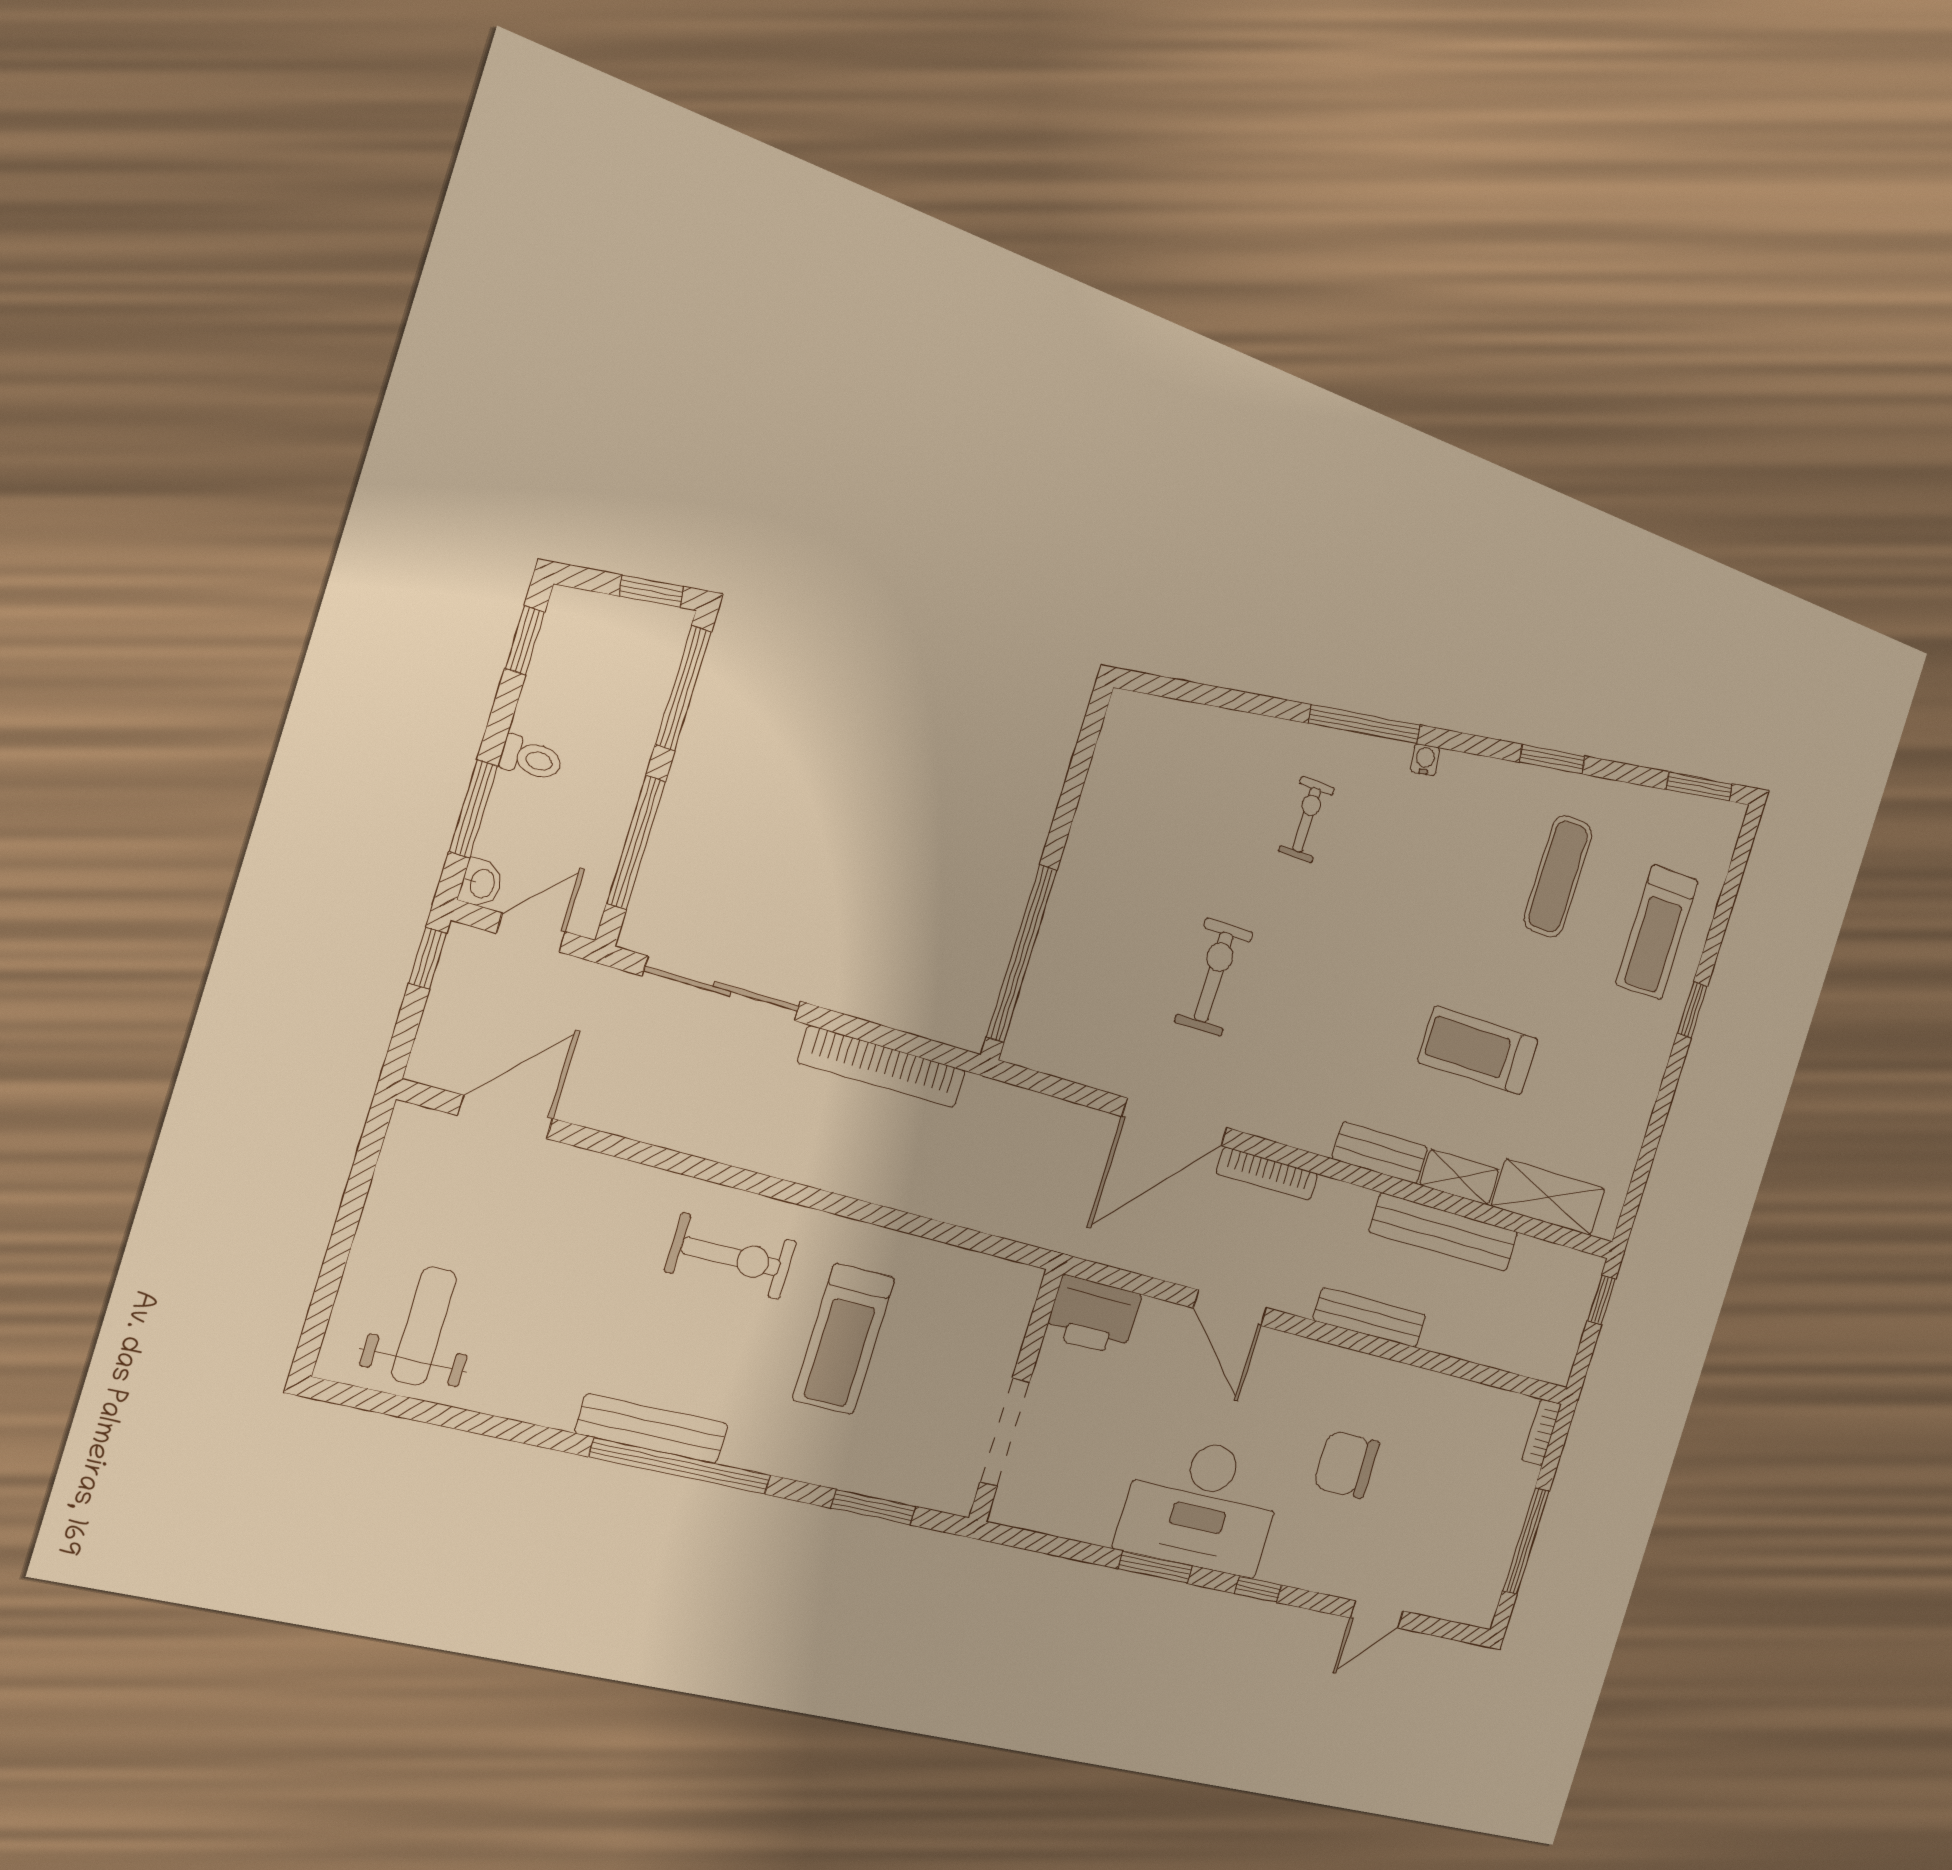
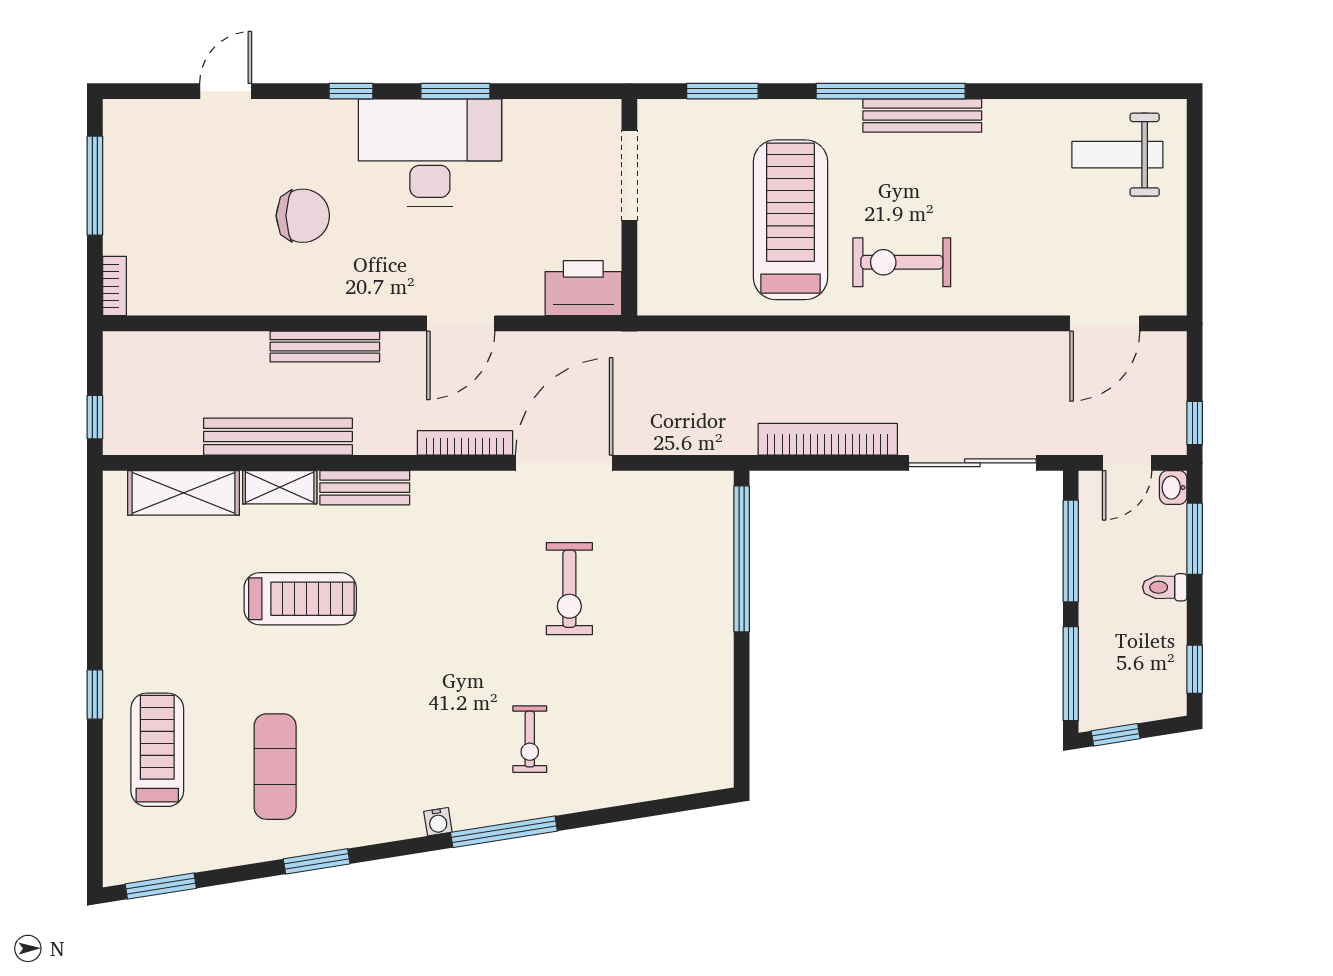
door: (1230, 1308) -> (461, 323), swing flipped
weight bench: (424, 1326) -> (1117, 155), turned 90
treadmill: (844, 1339) -> (790, 220), width x1.37, depth x1.38

